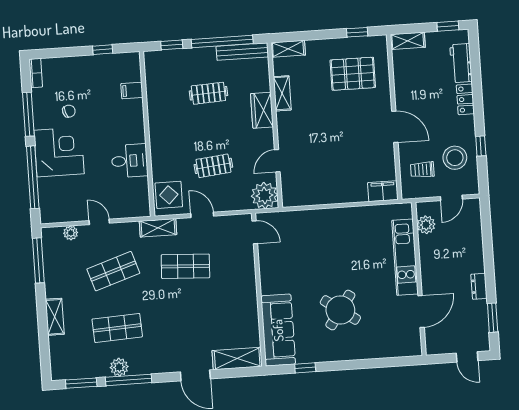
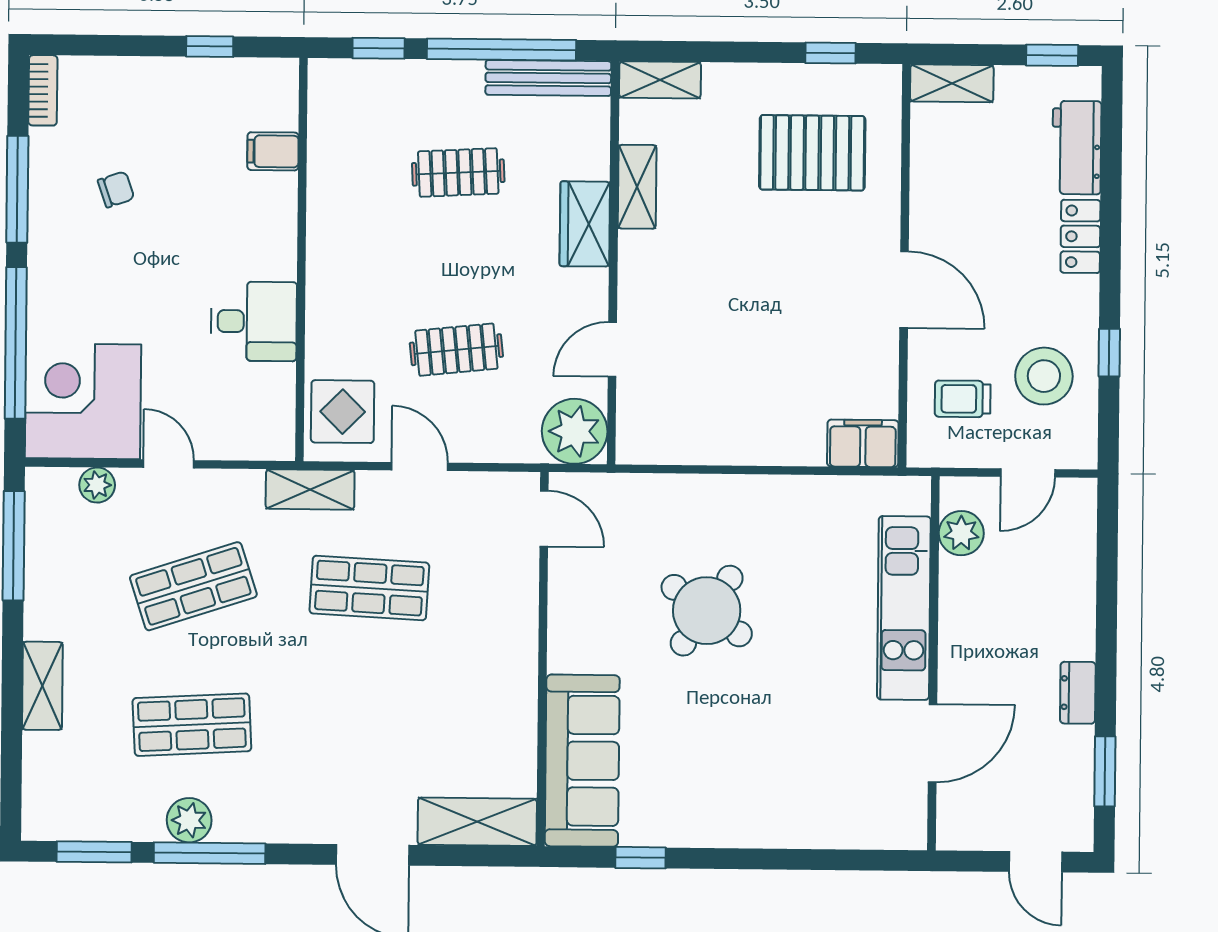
corner desk: (59, 152) -> (83, 401), moved, turned -90
round table: (340, 310) -> (707, 611), moved

